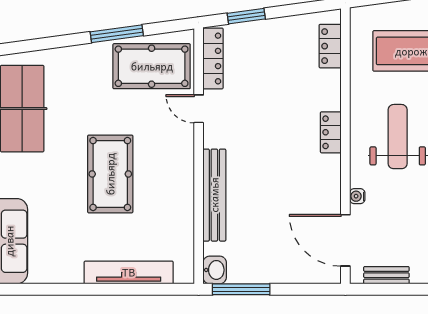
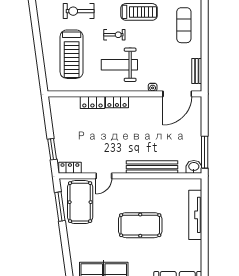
window: (117, 34) -> (60, 207), moved
locker: (330, 46) -> (92, 102), moved
locker: (213, 58) -> (70, 168), width x0.66

